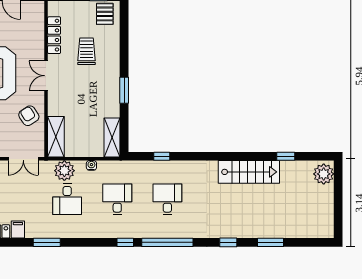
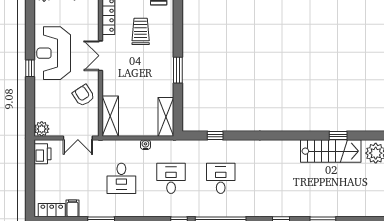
plant: (64, 171) -> (119, 150), removed
stairs: (249, 172) -> (331, 151), moved

